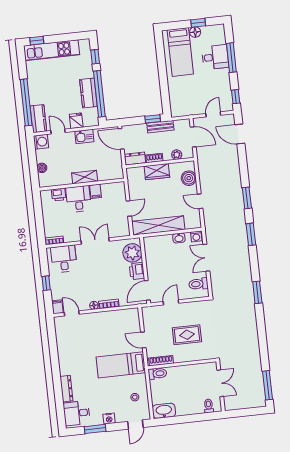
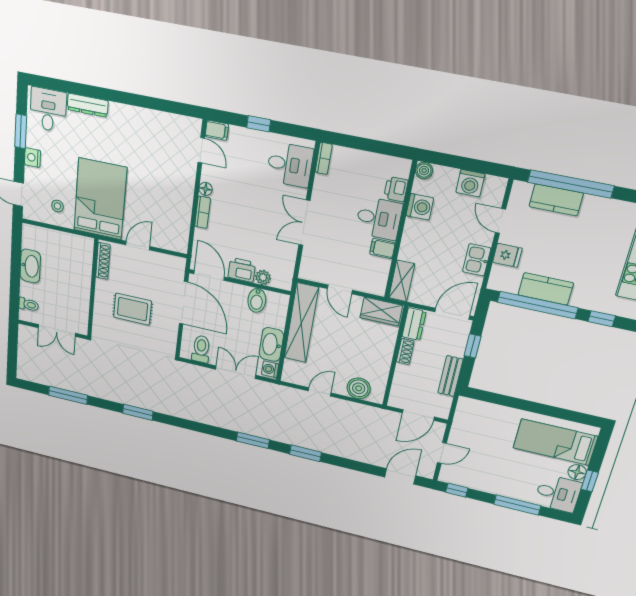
desk: (215, 57) -> (558, 493), moved, turned -90
door: (213, 114) -> (442, 453), hinge flipped
kitchen counter: (38, 119) -> (556, 200), moved
window: (153, 119) -> (473, 346), moved
door: (58, 131) -> (500, 221), swing flipped
washing machine: (41, 142) -> (470, 183), moved
plant: (177, 155) -> (399, 384), removed
boiler: (42, 168) -> (424, 171), moved
wardrobe: (157, 172) -> (381, 312), moved, turned -90
shelving: (85, 177) -> (402, 281), moved
washing machine: (64, 178) -> (420, 207), added
washbasin: (179, 238) -> (271, 345), width x1.91, depth x1.45
double door: (95, 241) -> (304, 223), swing flipped
plant: (132, 253) -> (263, 277), width x0.53, depth x0.53
bidet: (153, 257) -> (257, 300), added
window: (257, 292) -> (138, 412), moved
door: (171, 302) -> (184, 303), width x1.88
door: (72, 313) -> (201, 150), hinge flipped
rug: (187, 335) -> (133, 309), turned 90
bed: (121, 365) -> (100, 199), width x1.50
toilet: (157, 374) -> (86, 250), removed
window: (268, 385) -> (68, 395), moved
washbasin: (164, 411) -> (30, 266), moved

